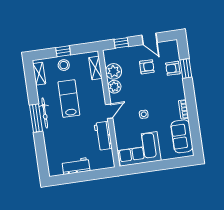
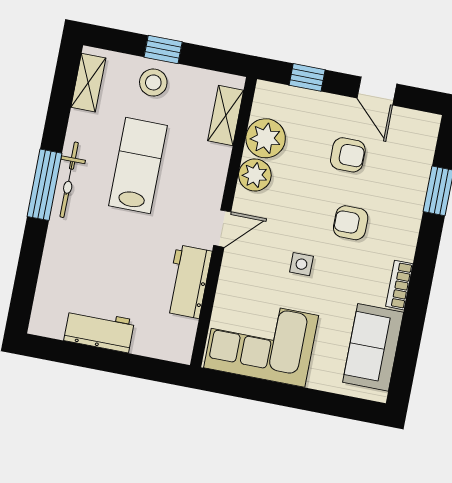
armchair: (173, 68) -> (351, 223), moved

